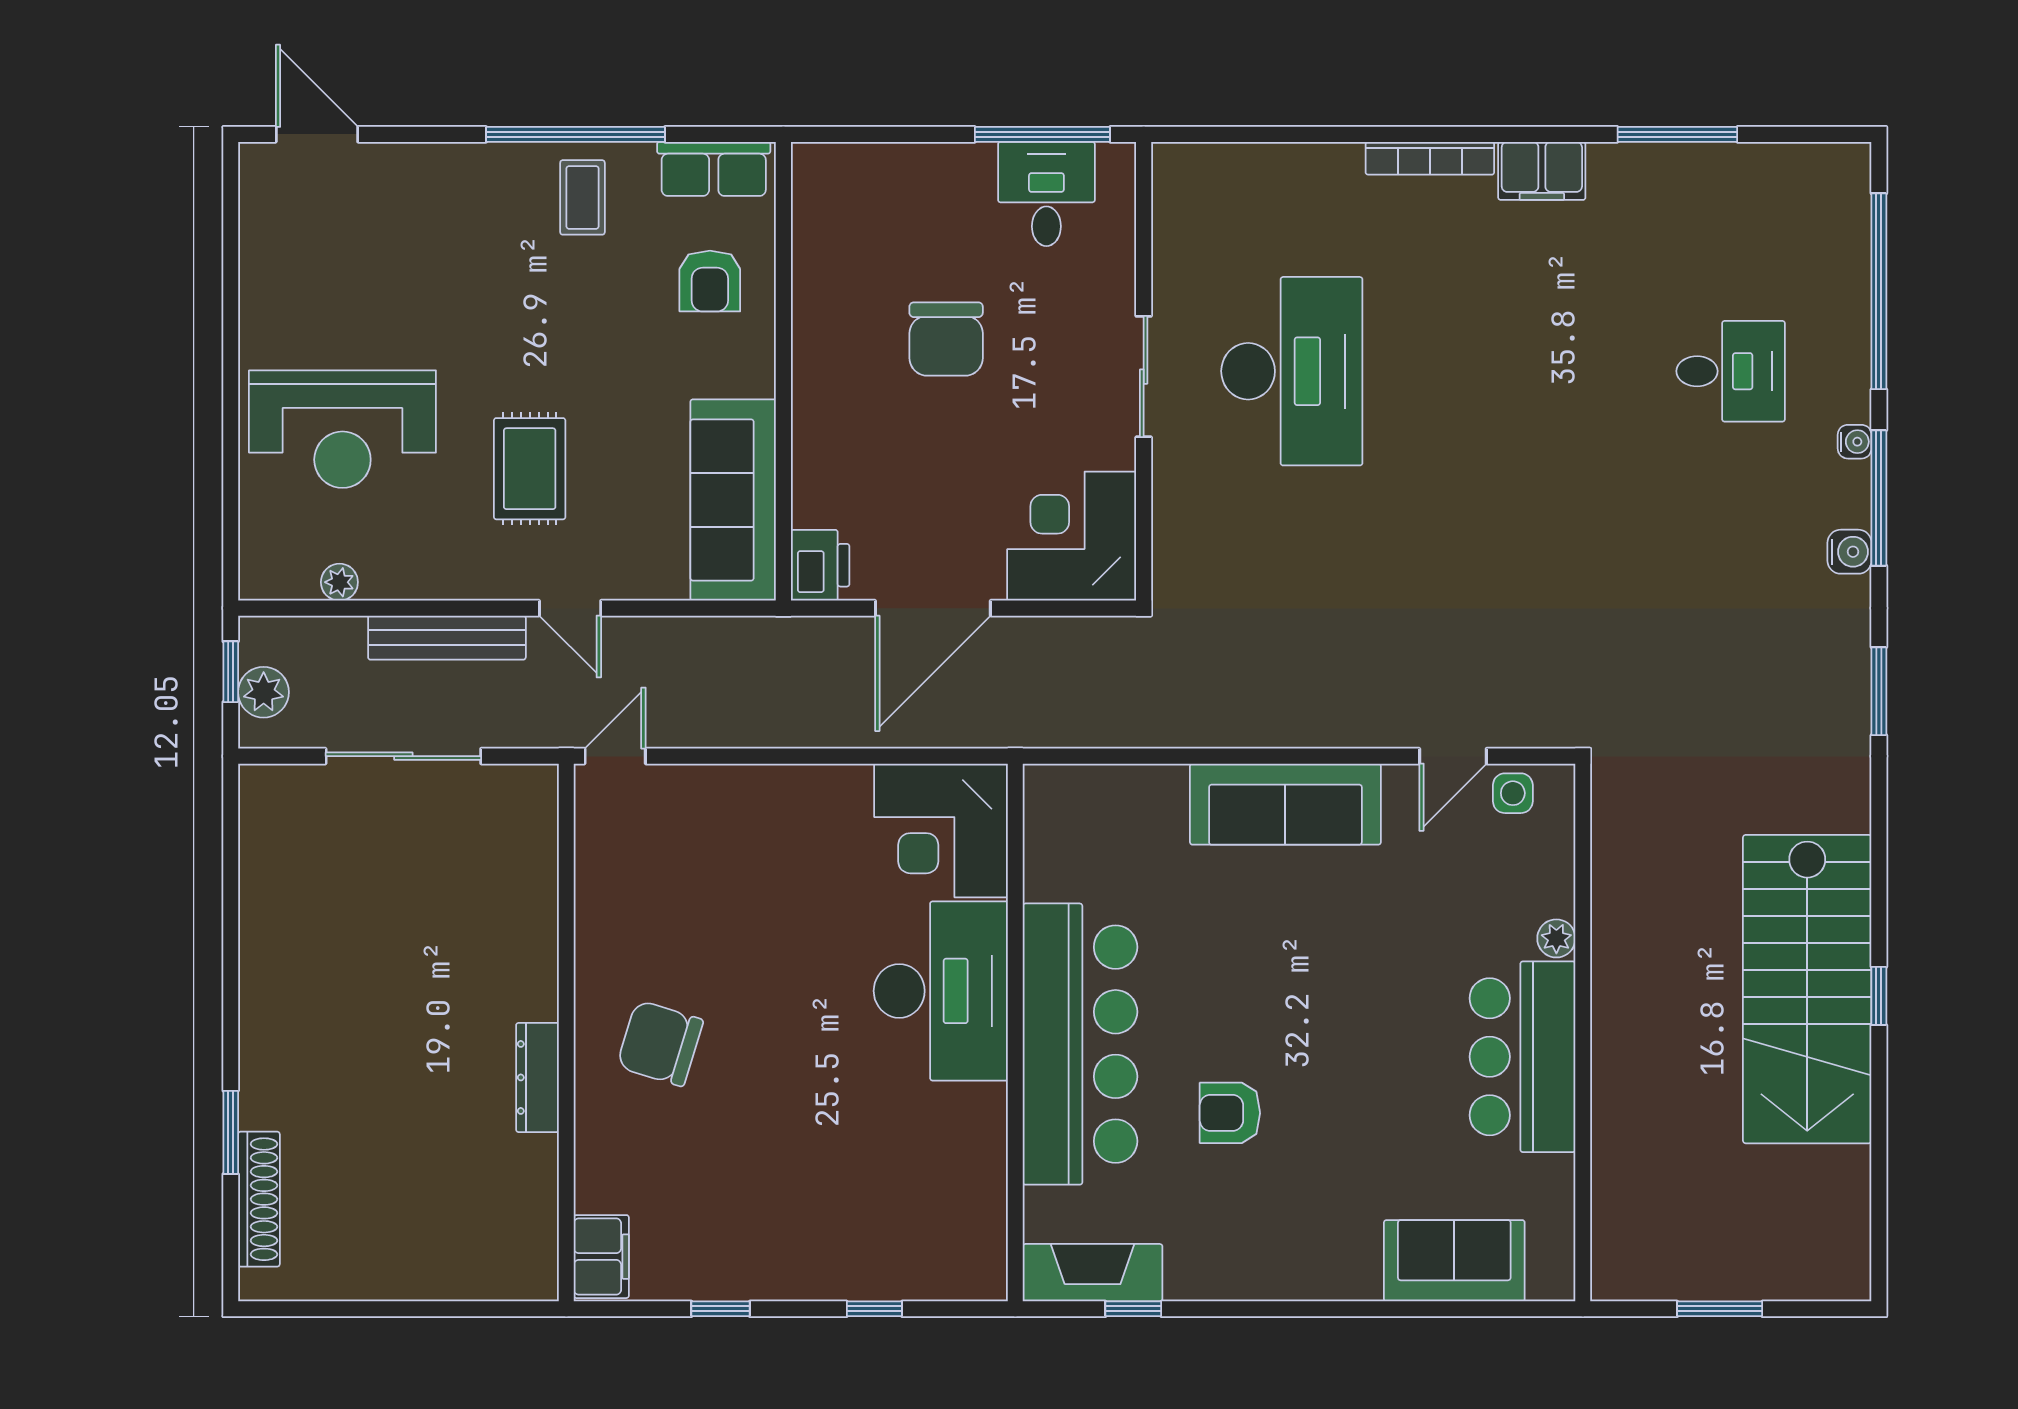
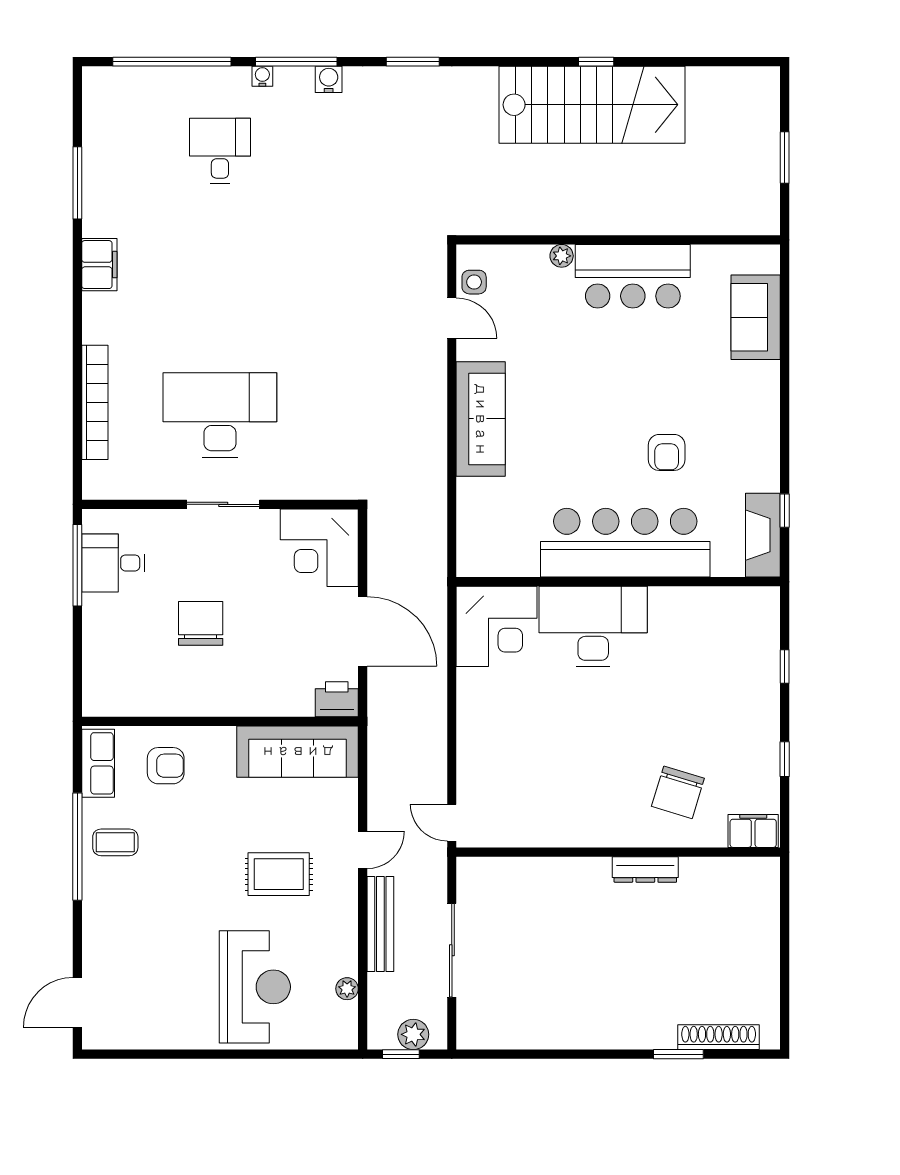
bookcase: (1430, 158) -> (95, 402), moved, width x1.48, depth x1.31
chair: (946, 339) -> (201, 623), turned -90
chair: (660, 1043) -> (678, 792), moved

